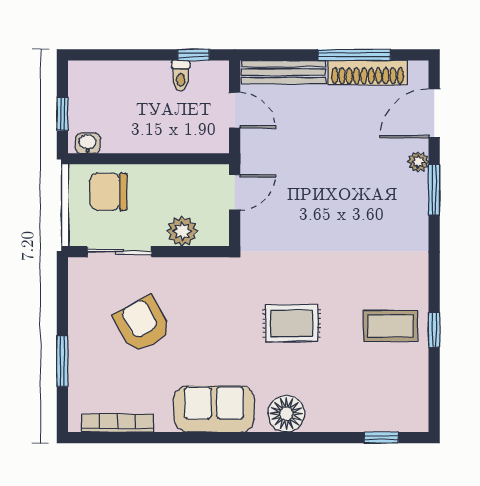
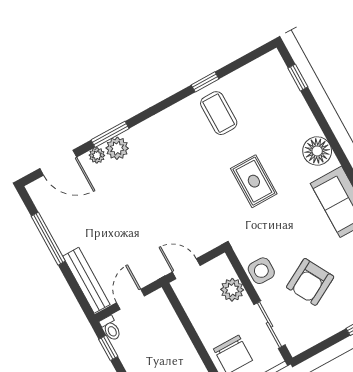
shoe rack: (368, 73) -> (55, 223), removed
toilet: (181, 76) -> (111, 328), moved, turned 90
plant: (414, 189) -> (117, 148), added
side table: (186, 276) -> (261, 271), added

